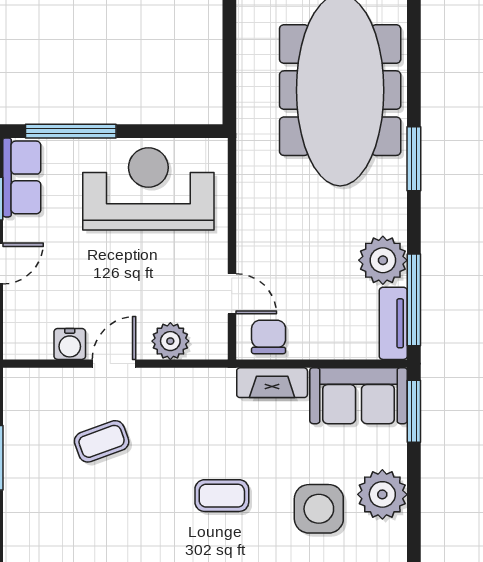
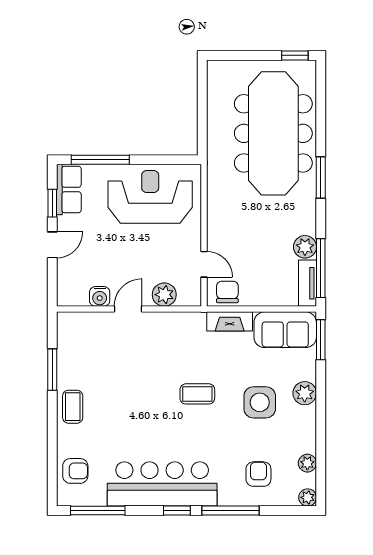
plant: (383, 260) -> (305, 247), width x0.73, depth x0.73
coffee table: (102, 441) -> (73, 407), moved, turned -70
plant: (382, 494) -> (305, 393), width x0.73, depth x0.73

